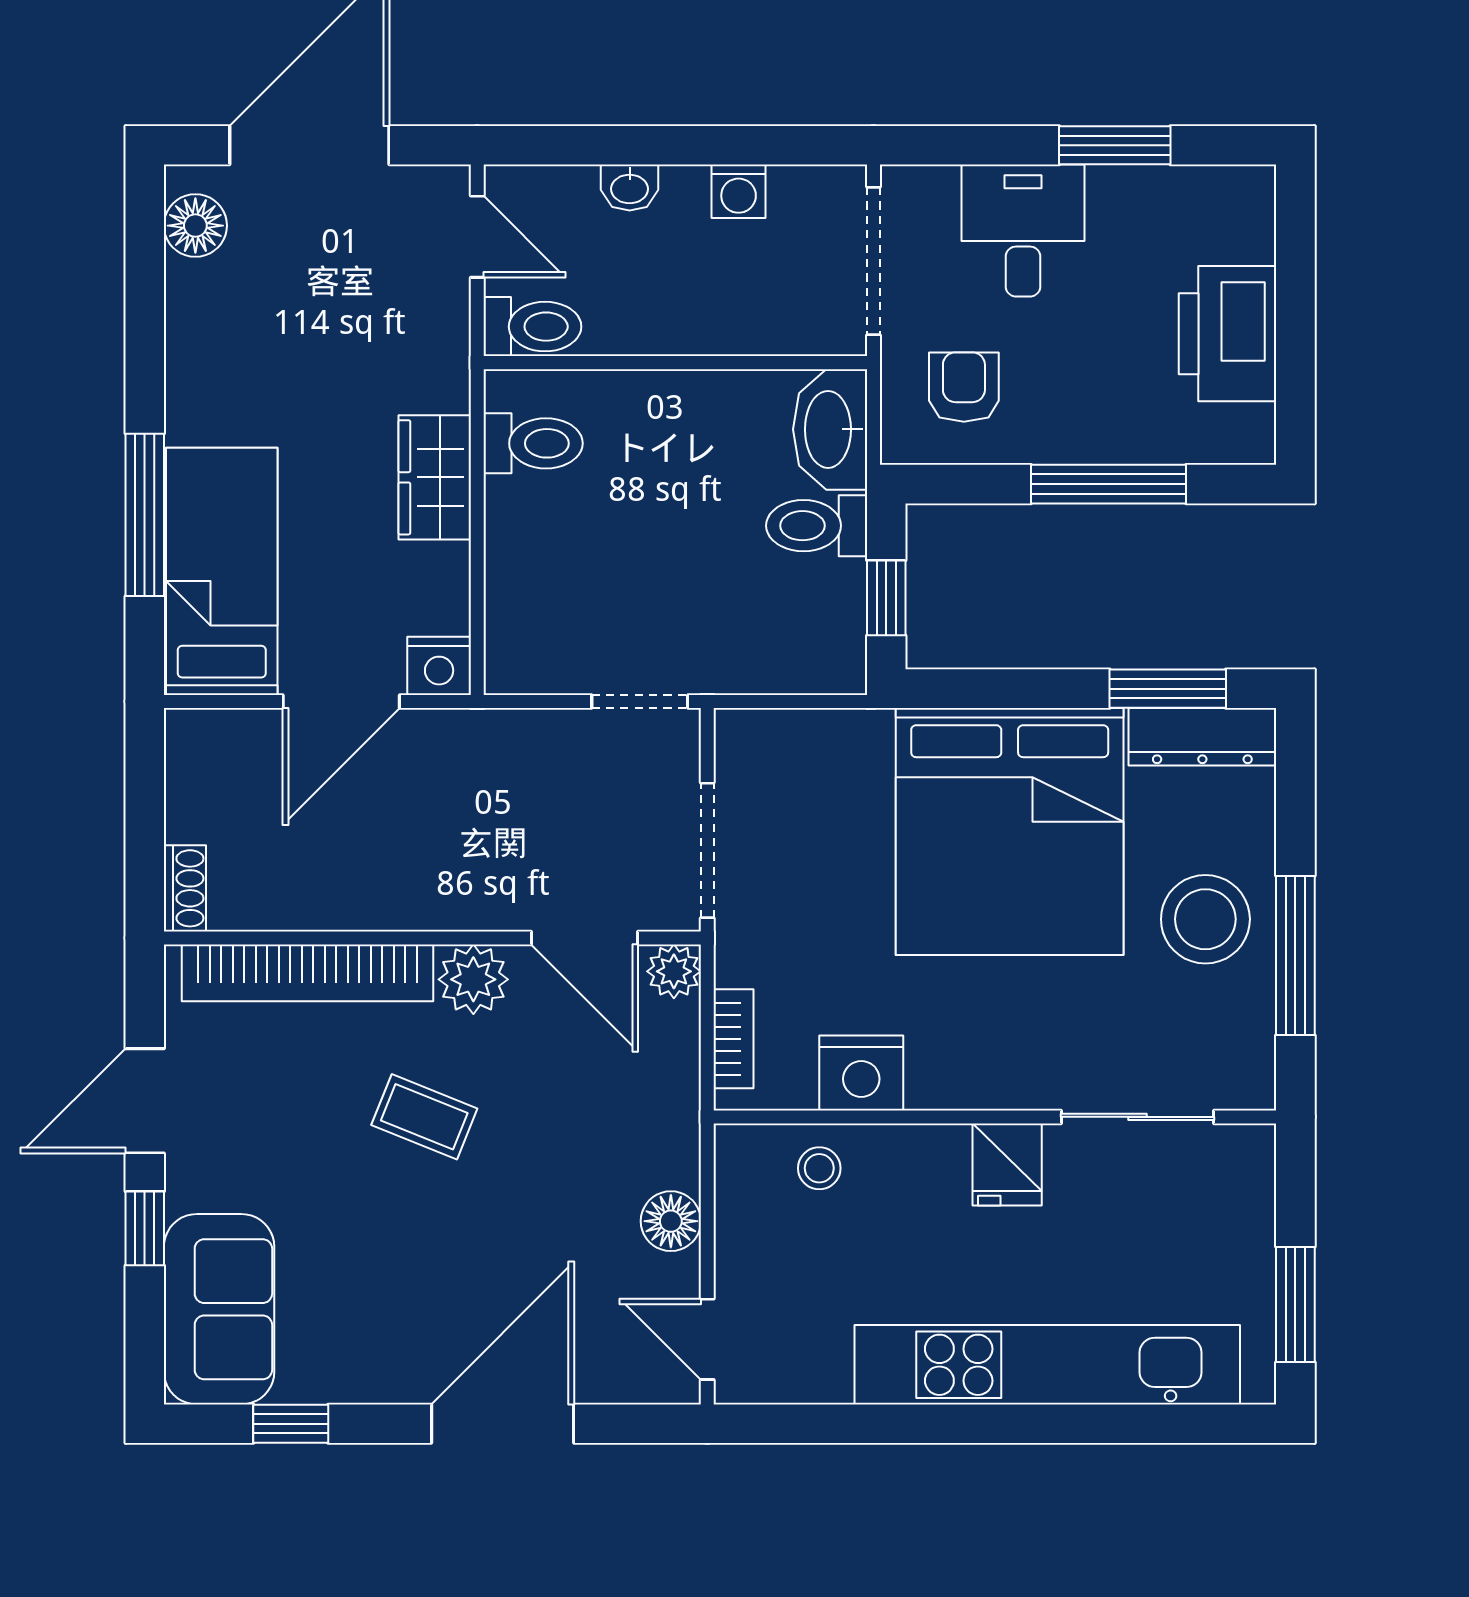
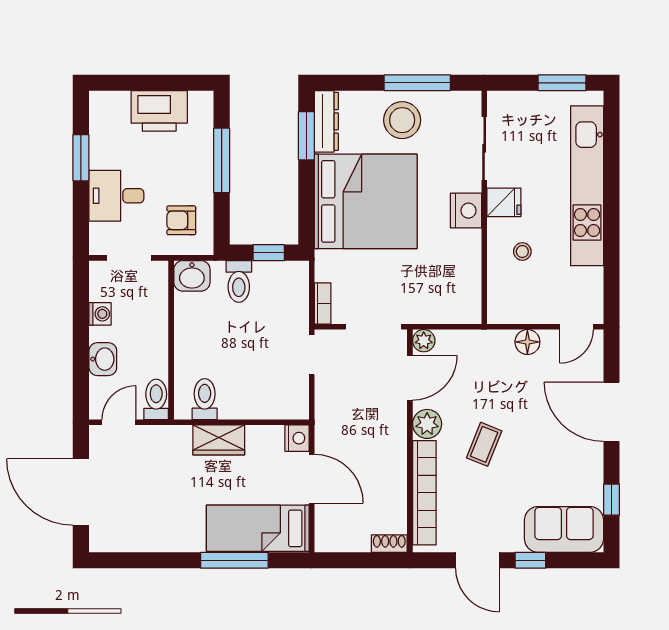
washbasin: (630, 188) -> (103, 359), width x1.38, depth x1.45
floor lamp: (195, 226) -> (114, 539), removed
doorway: (873, 261) -> (129, 258), width x0.73
washbasin: (830, 429) -> (192, 276), width x0.72
bookcase: (734, 1039) -> (323, 304), moved, turned 90
nightstand: (861, 1073) -> (466, 211), moved
stool: (819, 1168) -> (522, 252), moved

